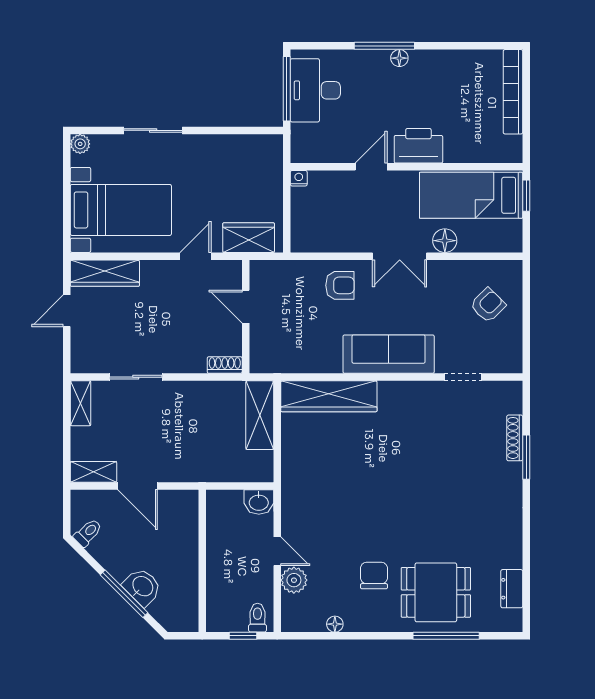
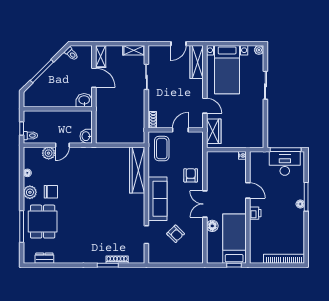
printer: (418, 146) -> (255, 213), width x0.53, depth x0.68
armchair: (340, 285) -> (191, 175), turned 180
armchair: (488, 305) -> (176, 234), moved
door: (67, 311) -> (178, 44), swing flipped
coffee table: (284, 345) -> (162, 149), added
shelving: (260, 415) -> (128, 137), removed
door: (138, 486) -> (94, 78), swing flipped
washbasin: (142, 587) -> (84, 100), moved, turned -135
plant: (375, 619) -> (30, 192), added

